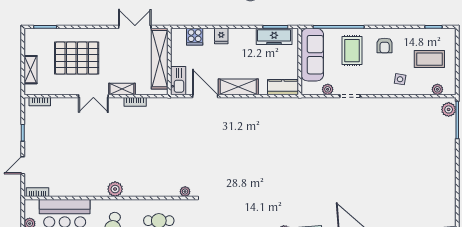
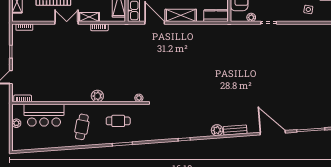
double door: (93, 96) -> (67, 23), swing flipped
plant: (115, 189) -> (97, 96), moved

